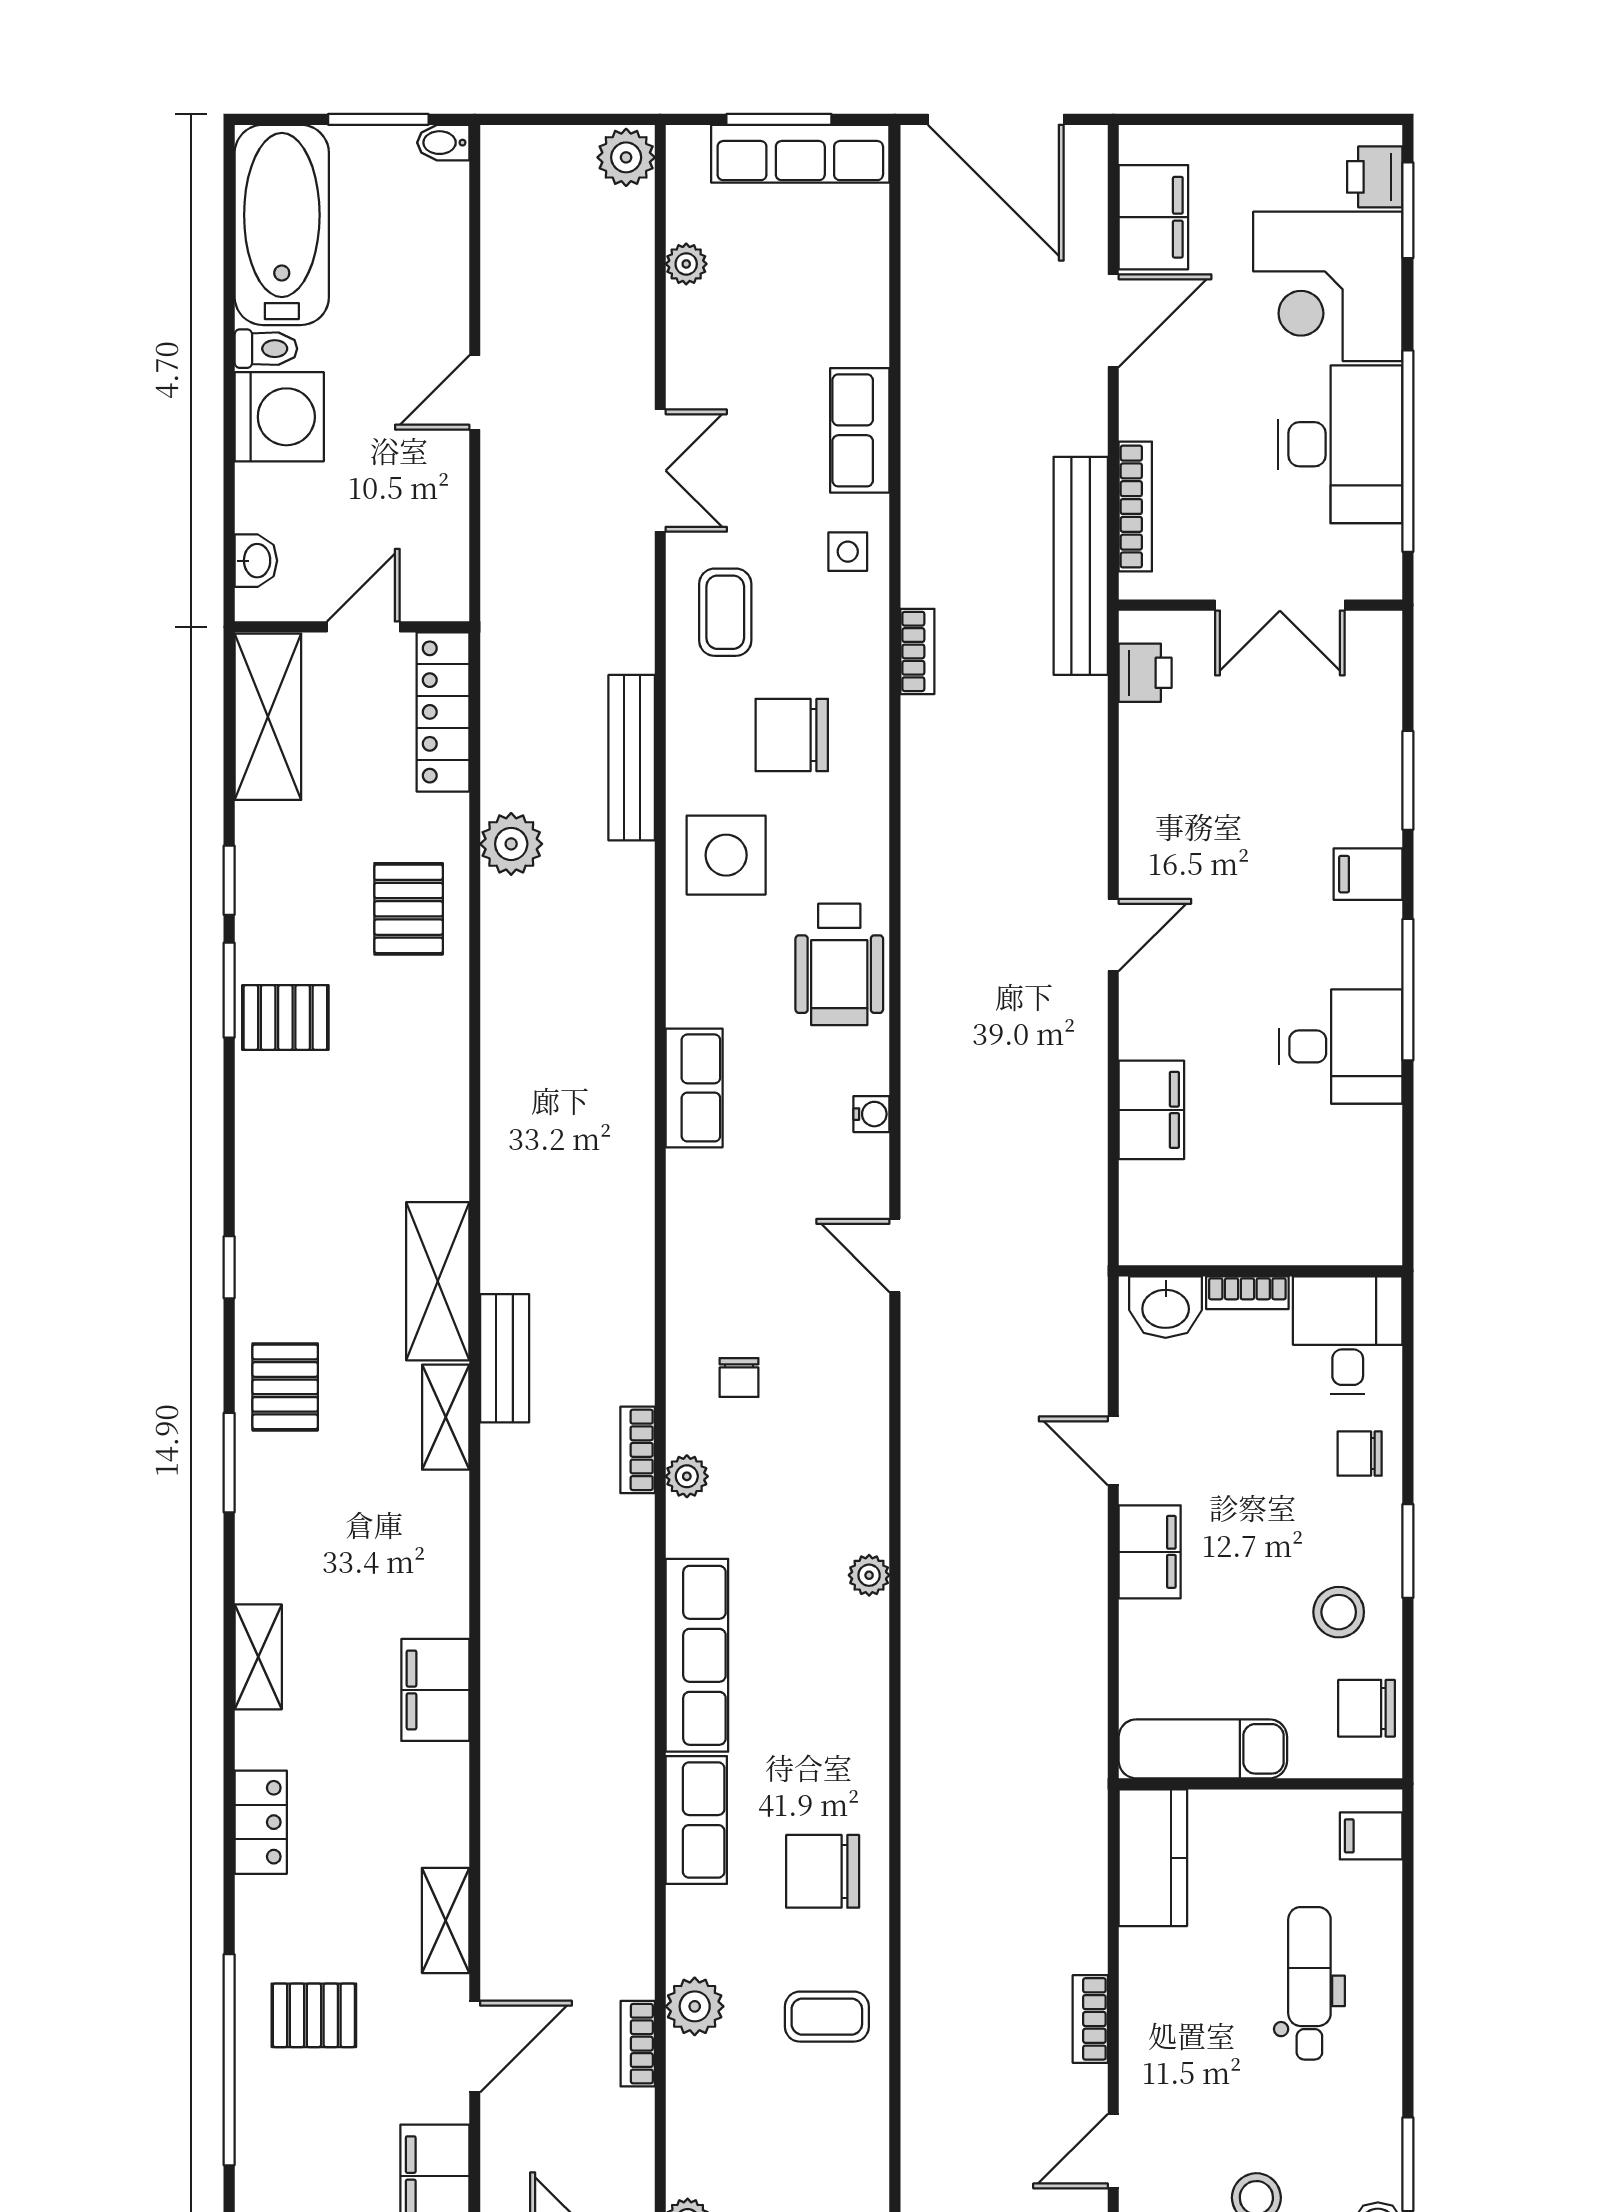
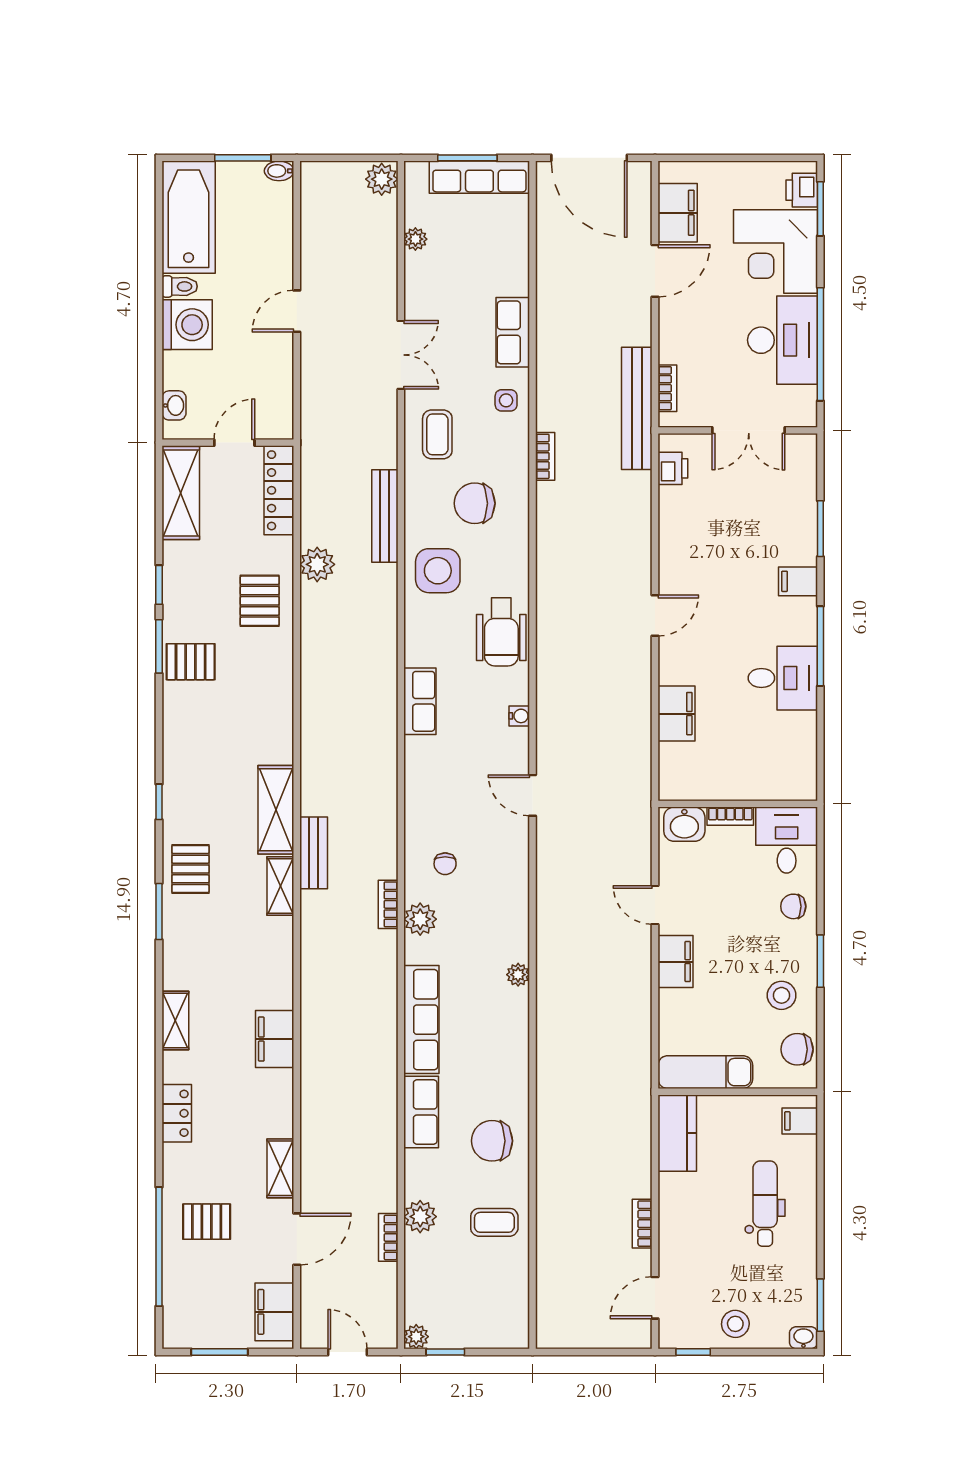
bookcase: (1135, 507) -> (667, 388), width x0.64
plant: (687, 1476) -> (420, 919), width x1.38, depth x1.38

